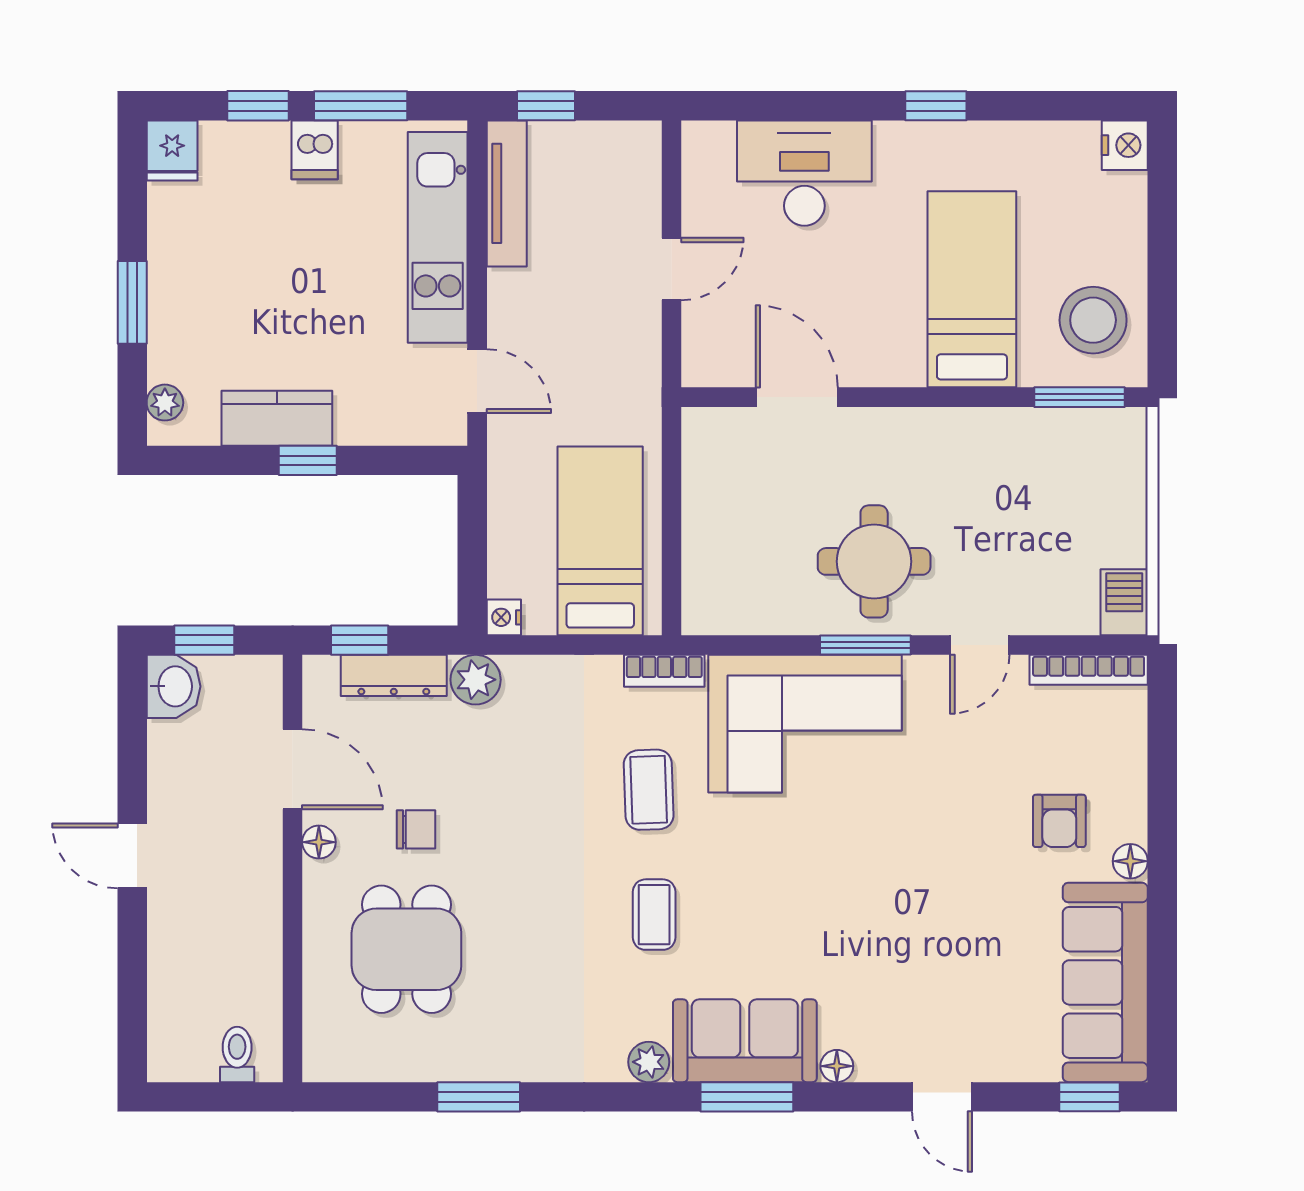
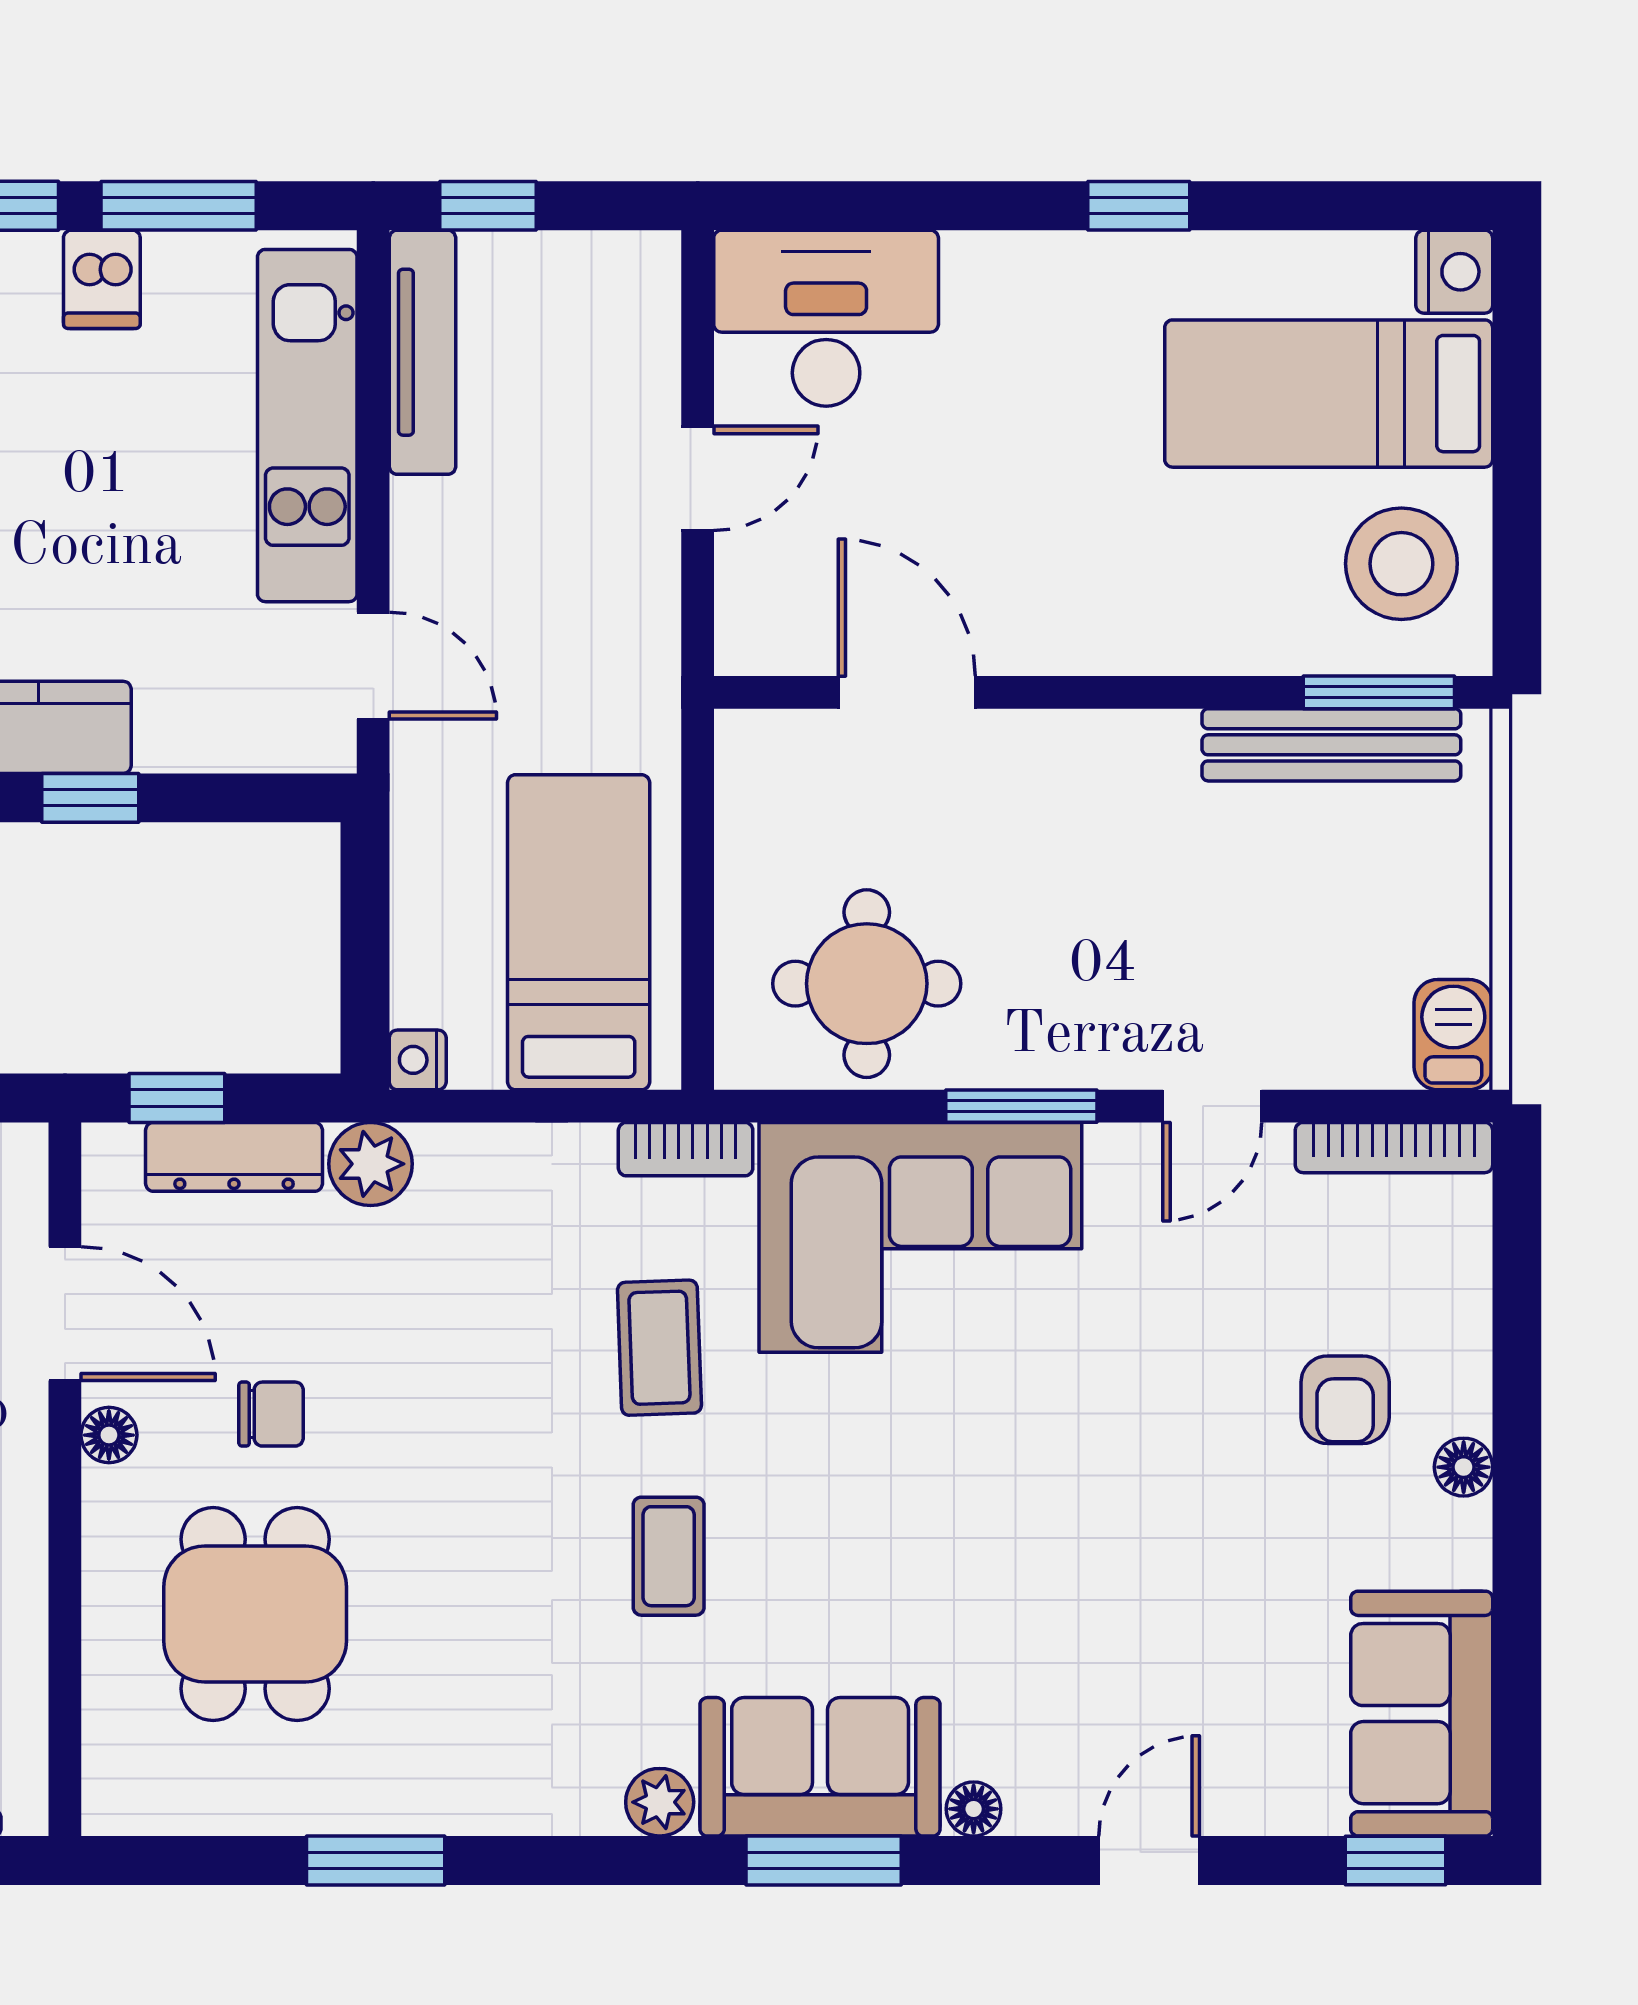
desk: (804, 173) -> (826, 318), moved
bed: (972, 289) -> (1329, 394), moved, turned -90
bench: (1051, 429) -> (1331, 745), added
round table: (874, 561) -> (867, 984), moved
sofa: (1105, 982) -> (1422, 1714), width x0.73
door: (942, 1097) -> (1149, 1860), swing flipped

